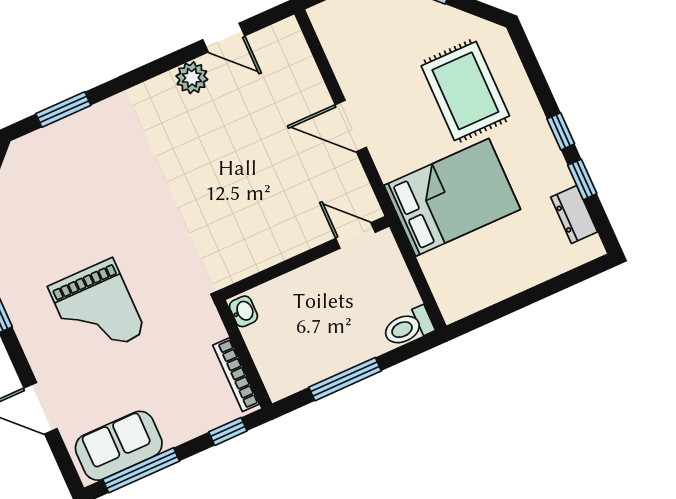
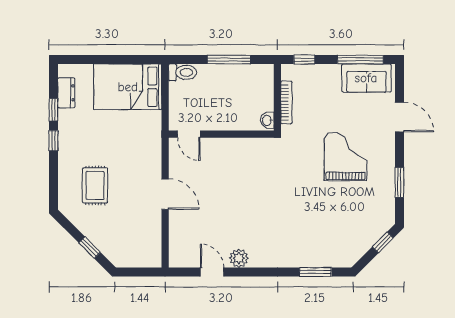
rug: (465, 91) -> (95, 185), width x0.73, depth x0.70
bed: (452, 197) -> (128, 87), moved
bookcase: (236, 375) -> (286, 102), moved

